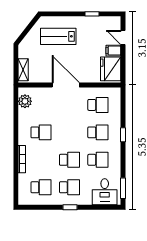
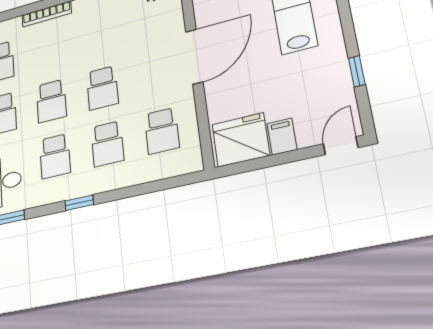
door: (123, 38) -> (341, 146), moved
school desk: (41, 132) -> (102, 88), moved
window: (123, 135) -> (79, 203), moved

